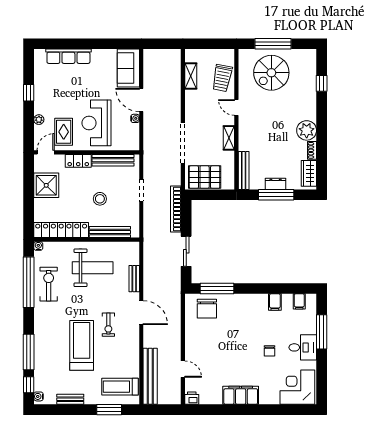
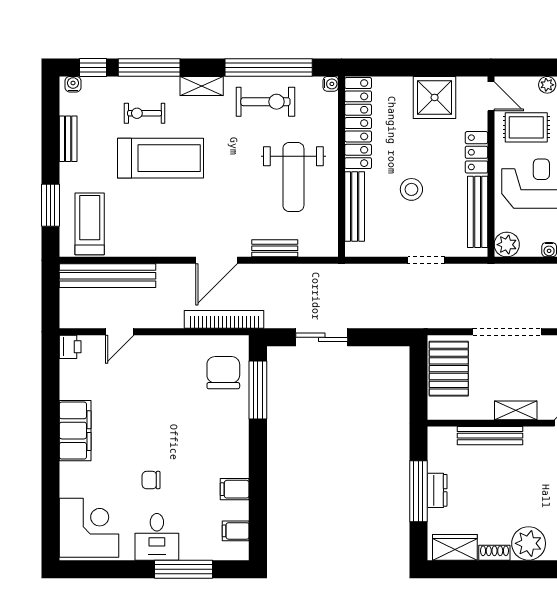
plant: (132, 143) -> (507, 245), added
bench: (244, 170) -> (490, 436), moved
bookcase: (176, 209) -> (224, 319), moved
chair: (207, 309) -> (223, 373), turned 90
shelving: (40, 321) -> (202, 86), added
exercise bike: (108, 325) -> (145, 113), moved

